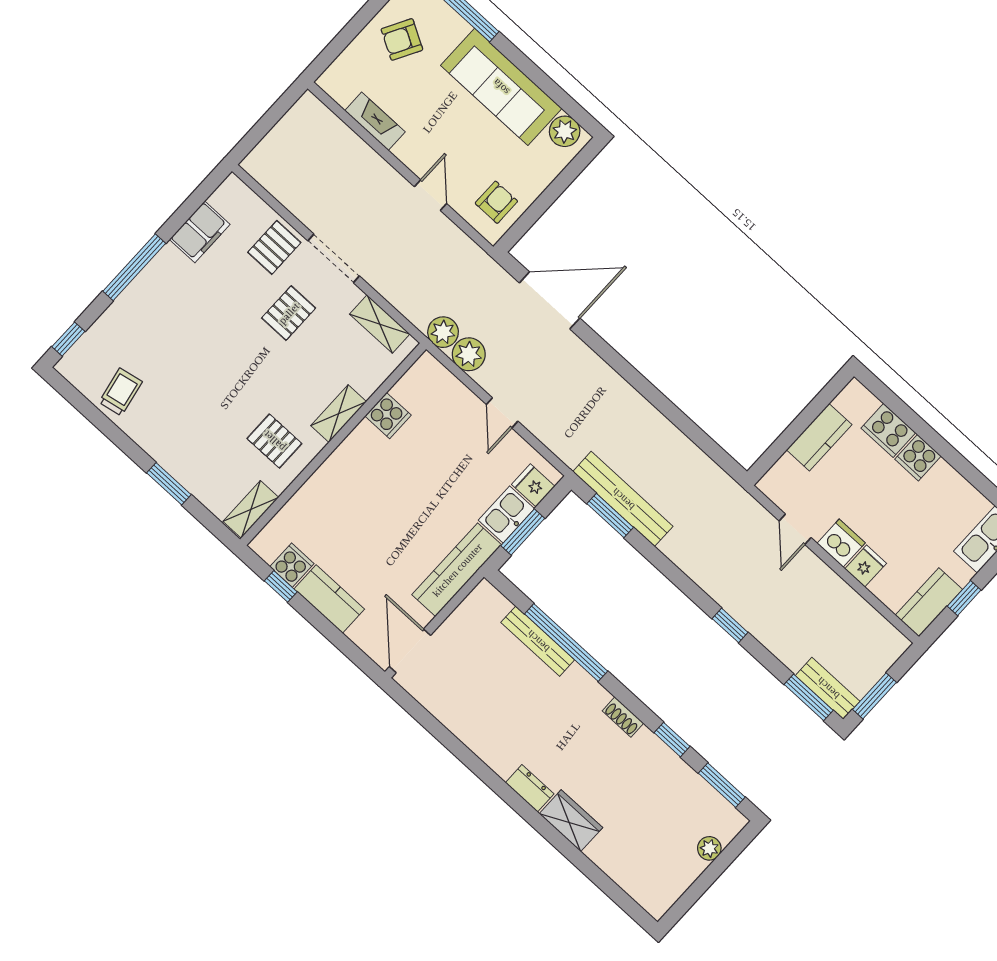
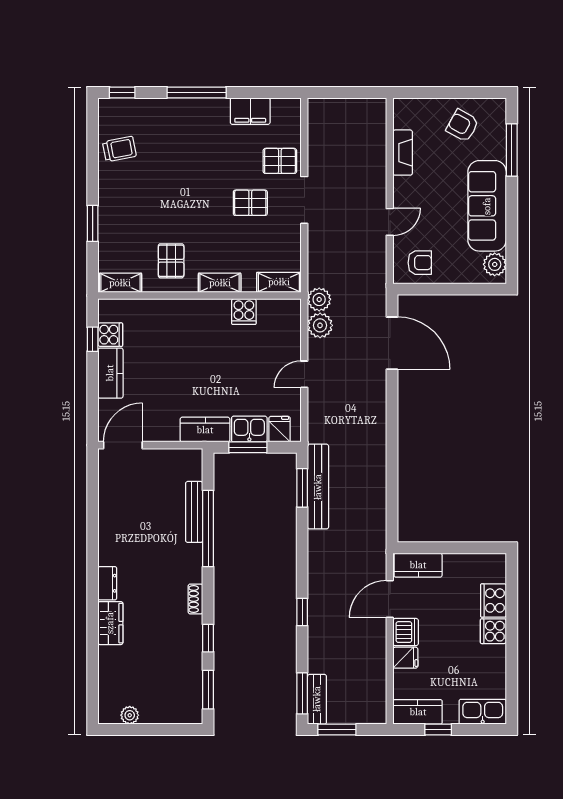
shelving: (380, 324) -> (279, 282), moved, turned 90
kitchen counter: (819, 437) -> (418, 565), moved
door: (795, 529) -> (390, 599), width x1.38
kitchen counter: (457, 570) -> (205, 430), width x0.67
plant: (709, 848) -> (130, 715), moved

